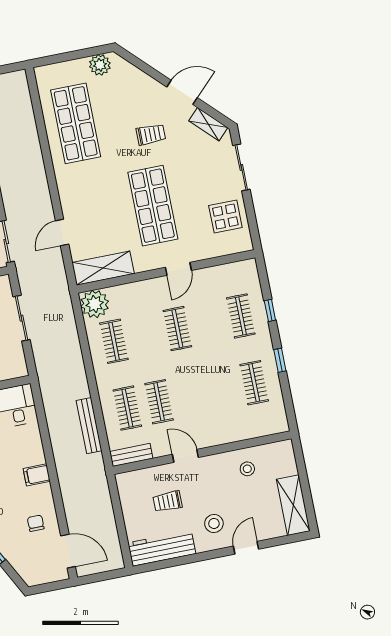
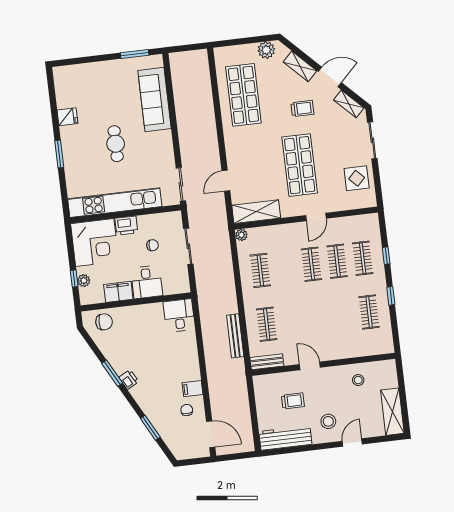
shelving: (144, 82) -> (300, 66), added
plant: (95, 304) -> (241, 235), width x0.53, depth x0.53
clothes rail: (159, 402) -> (337, 261), moved
filing cabinet: (37, 475) -> (193, 389), moved
trolley: (168, 501) -> (293, 401), turned 180

